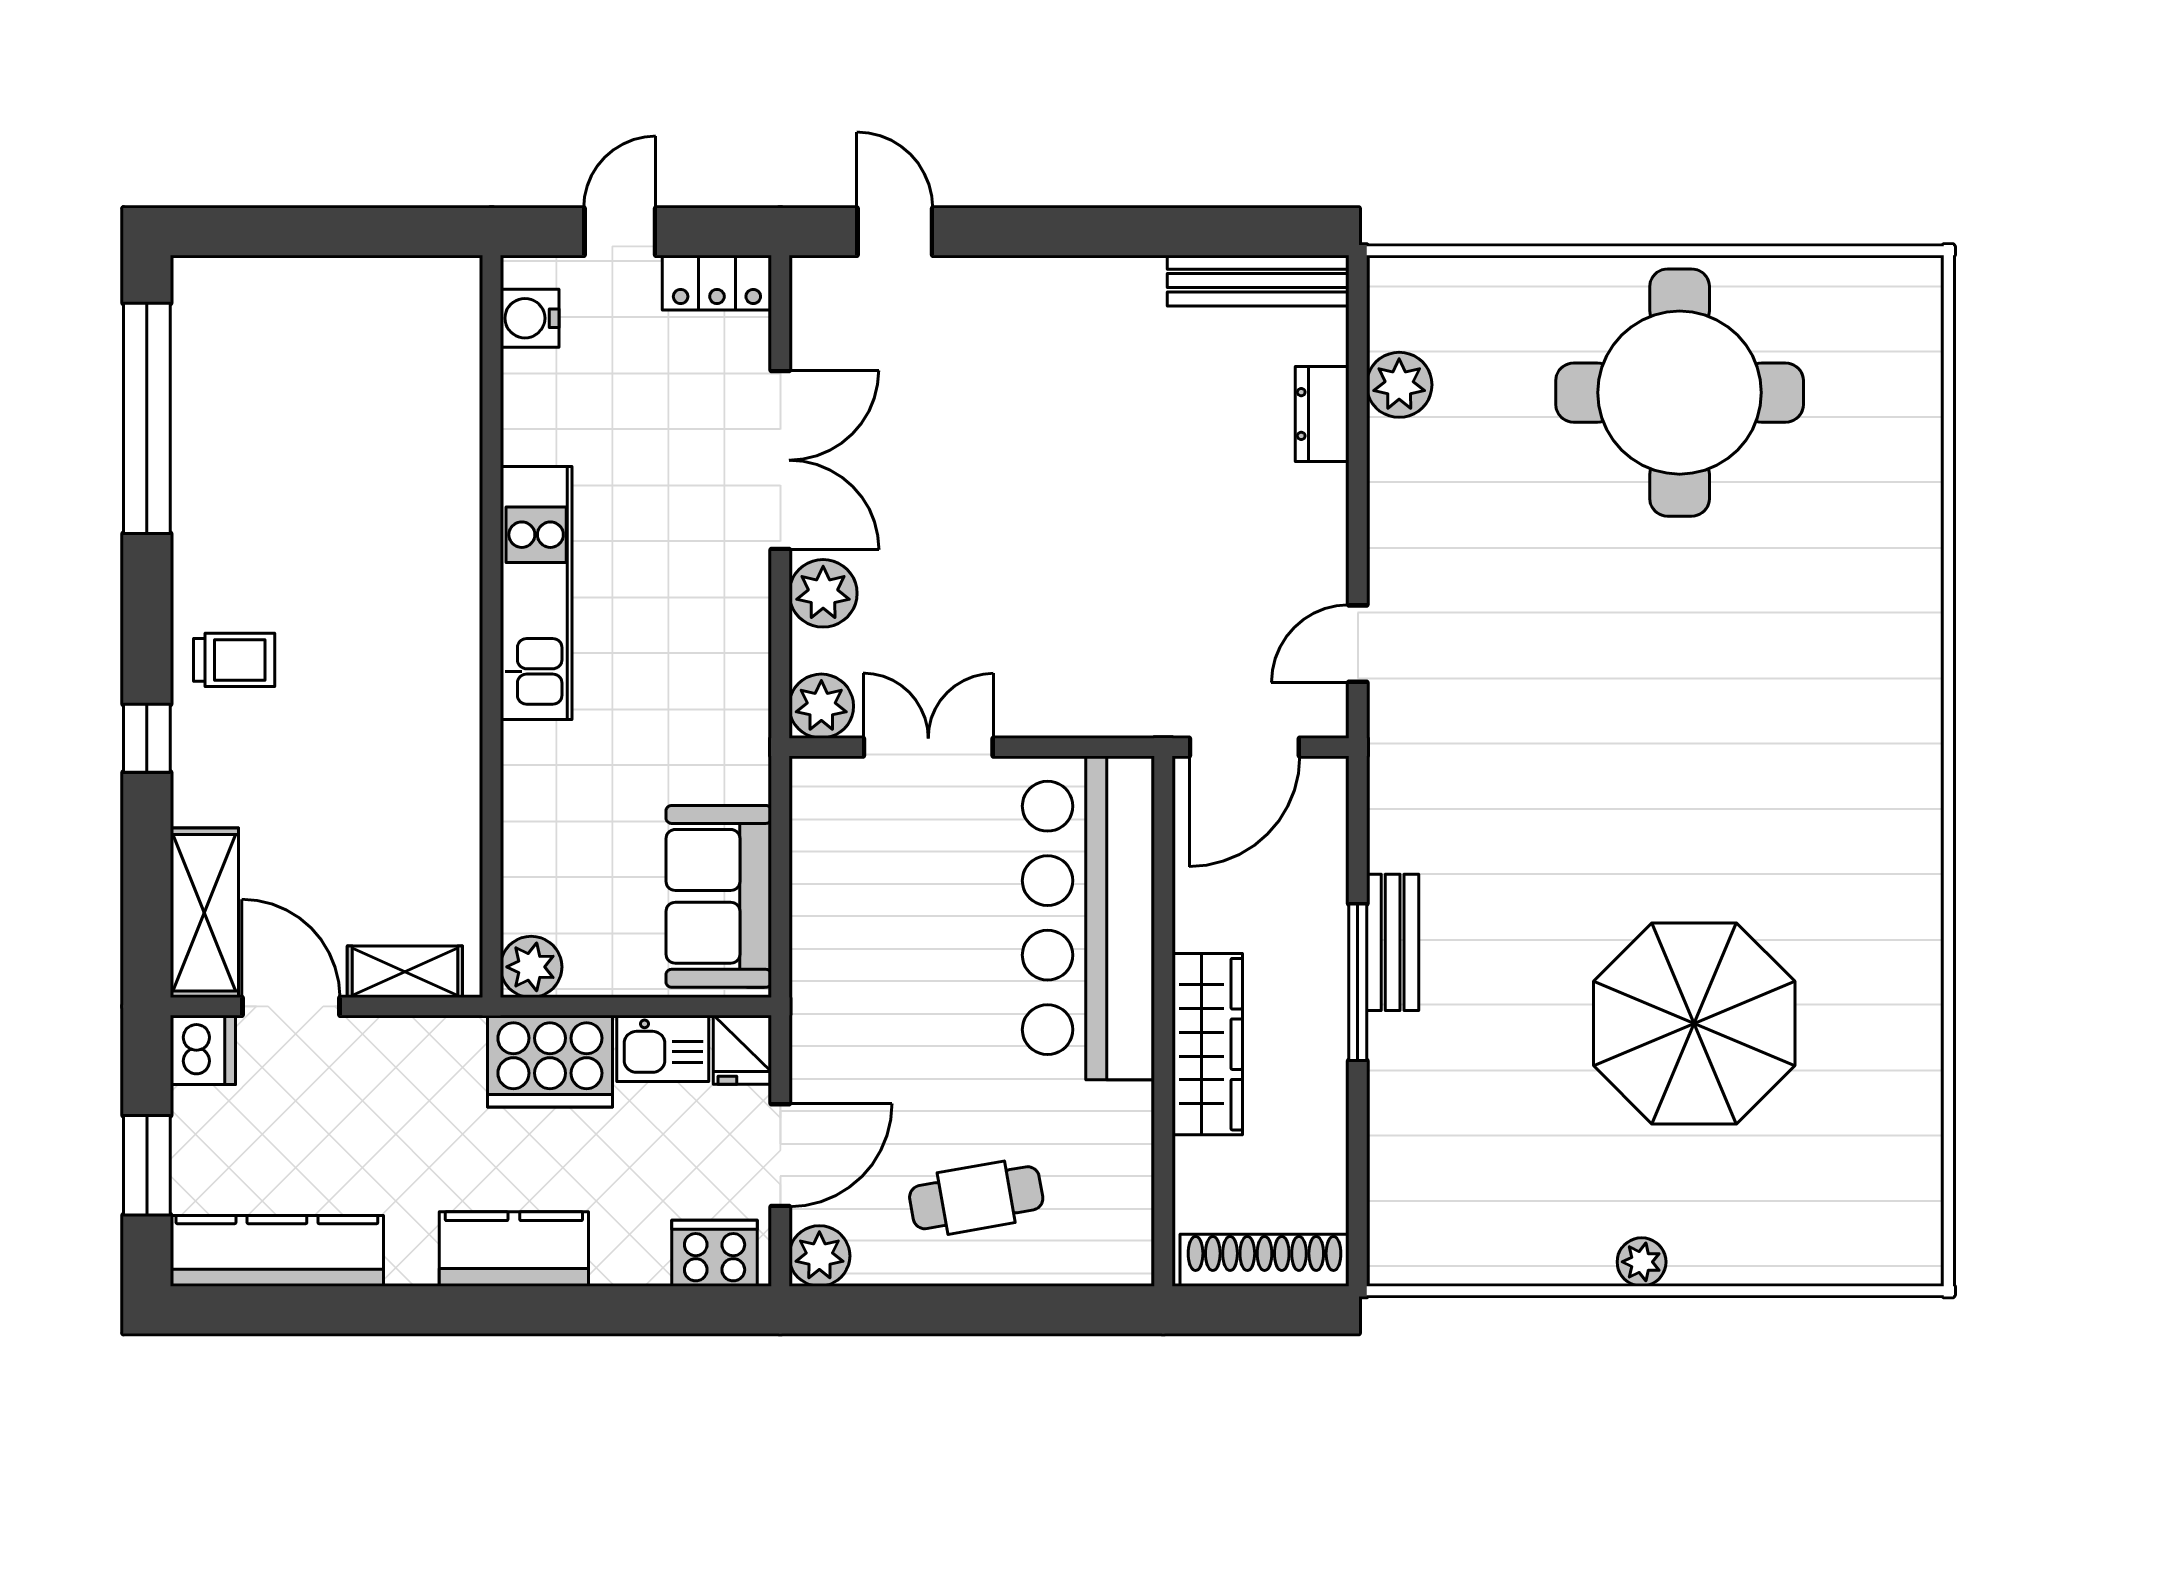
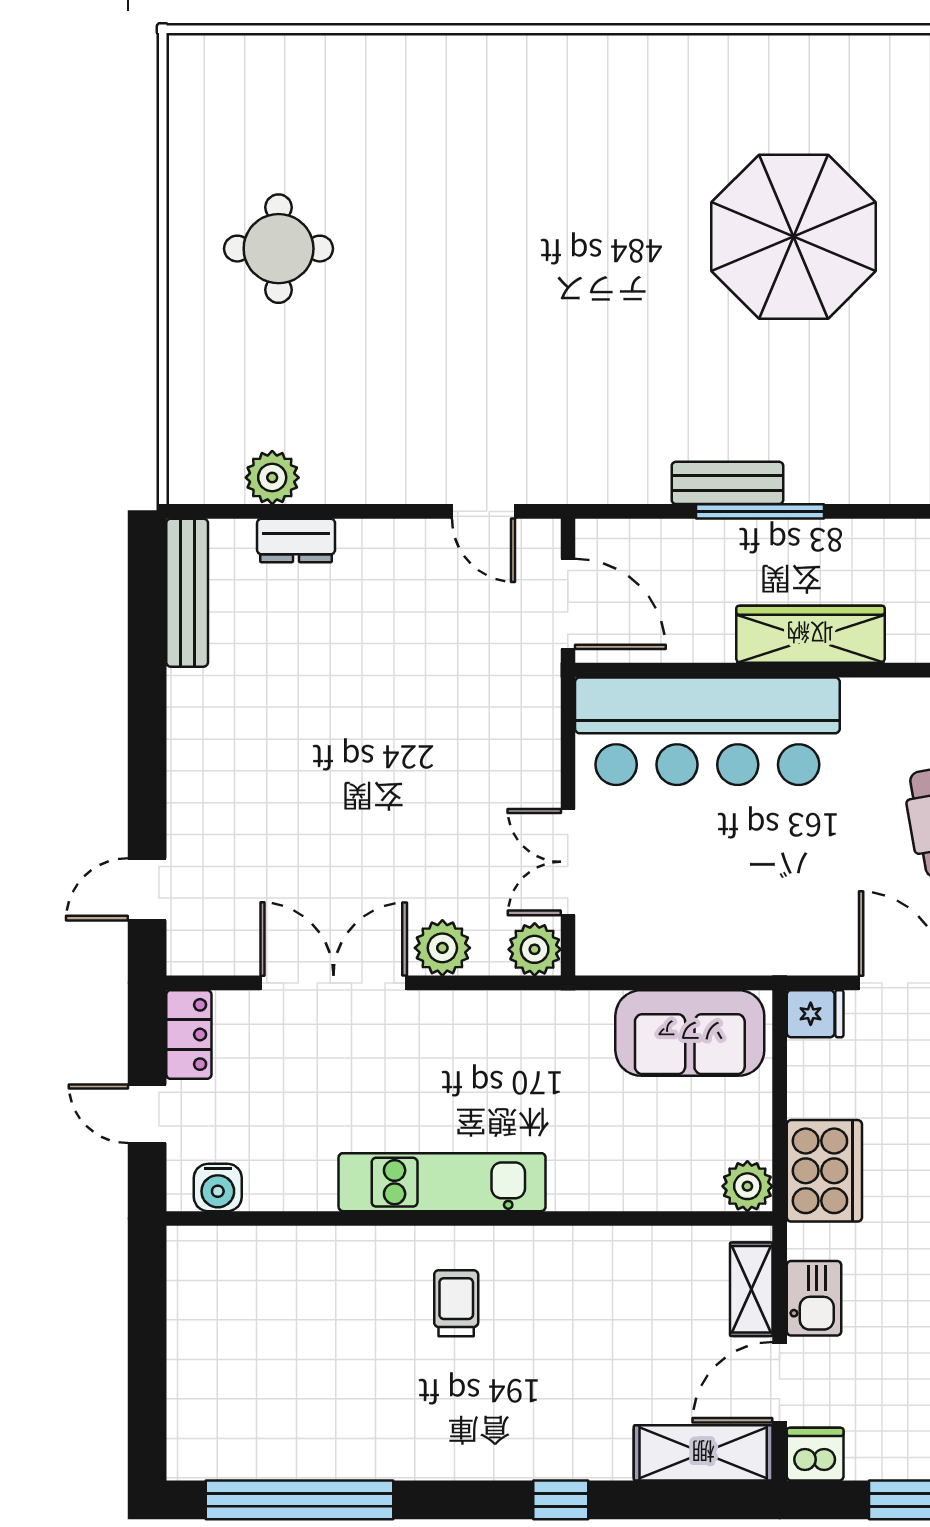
round table: (1680, 393) -> (279, 249), width x0.54, depth x0.54
trolley: (234, 660) -> (456, 1303), moved
kitchen sink: (663, 1048) -> (814, 1298), moved

